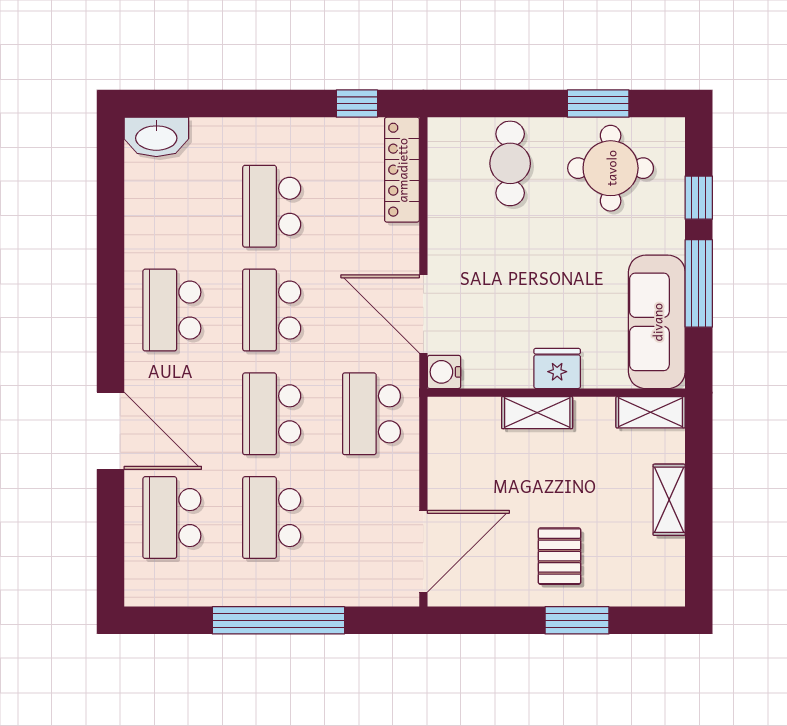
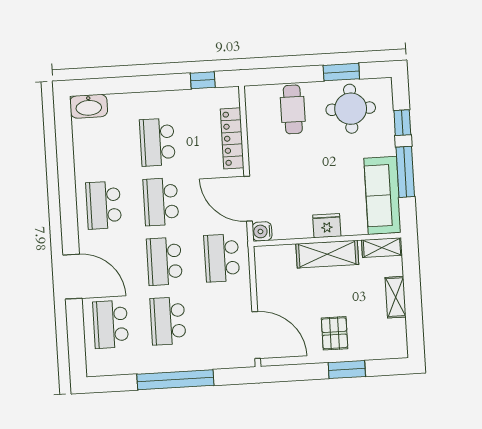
locker: (402, 170) -> (232, 138), moved
shelving: (537, 413) -> (327, 254), width x1.50, depth x1.33
door: (423, 551) -> (256, 335), hinge flipped

